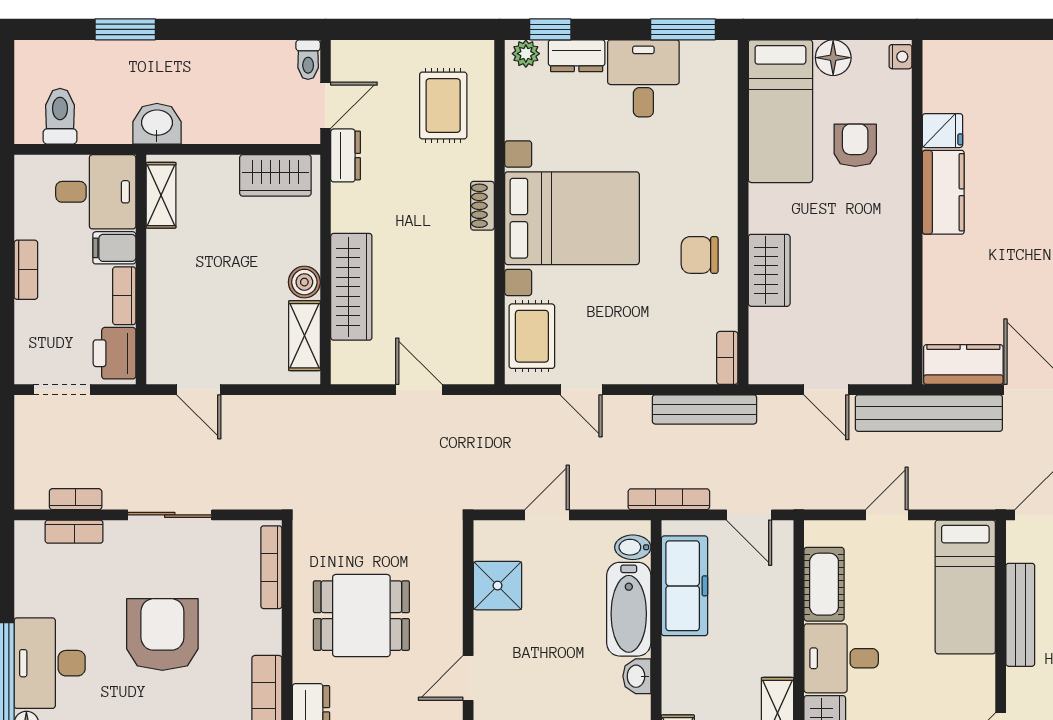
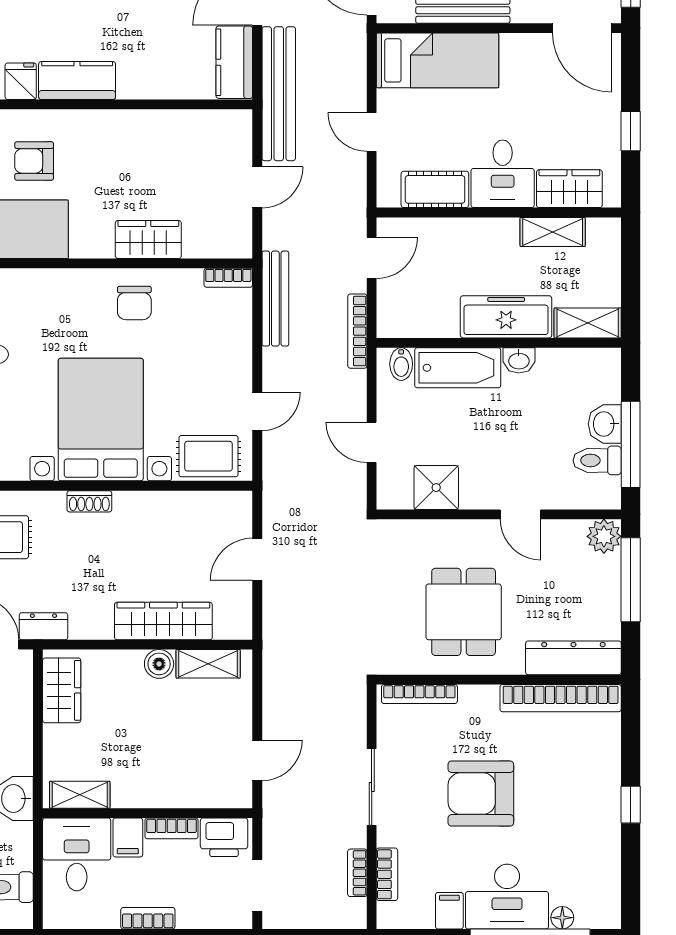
freezer: (684, 586) -> (506, 317), moved
filing cabinet: (34, 600) -> (449, 911), added

